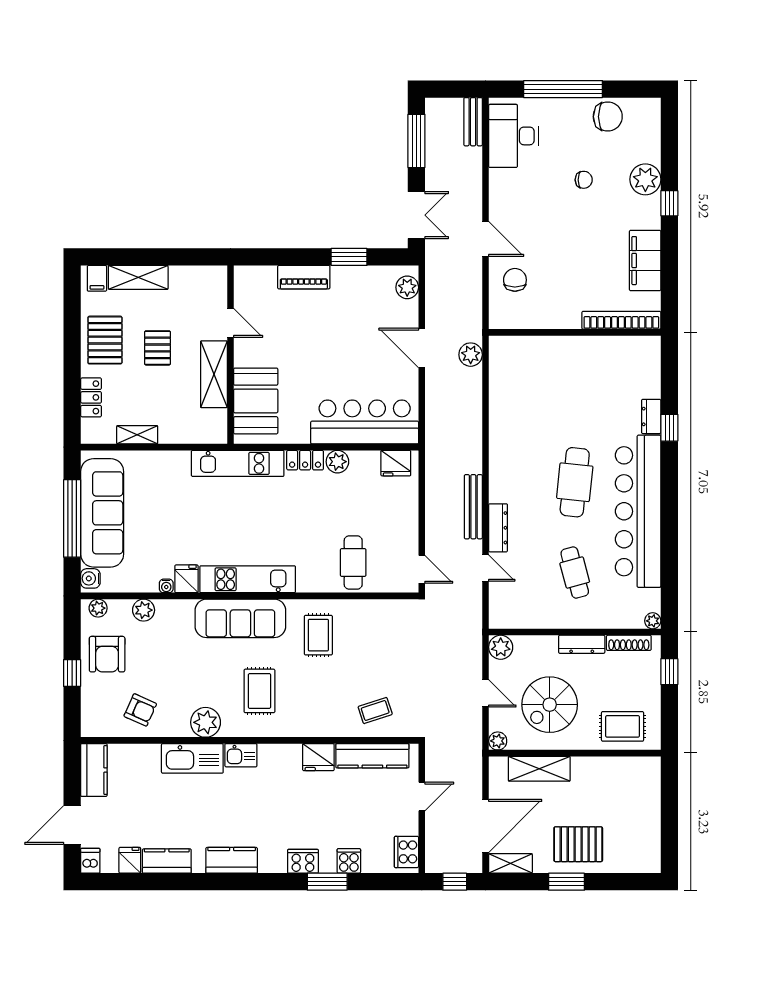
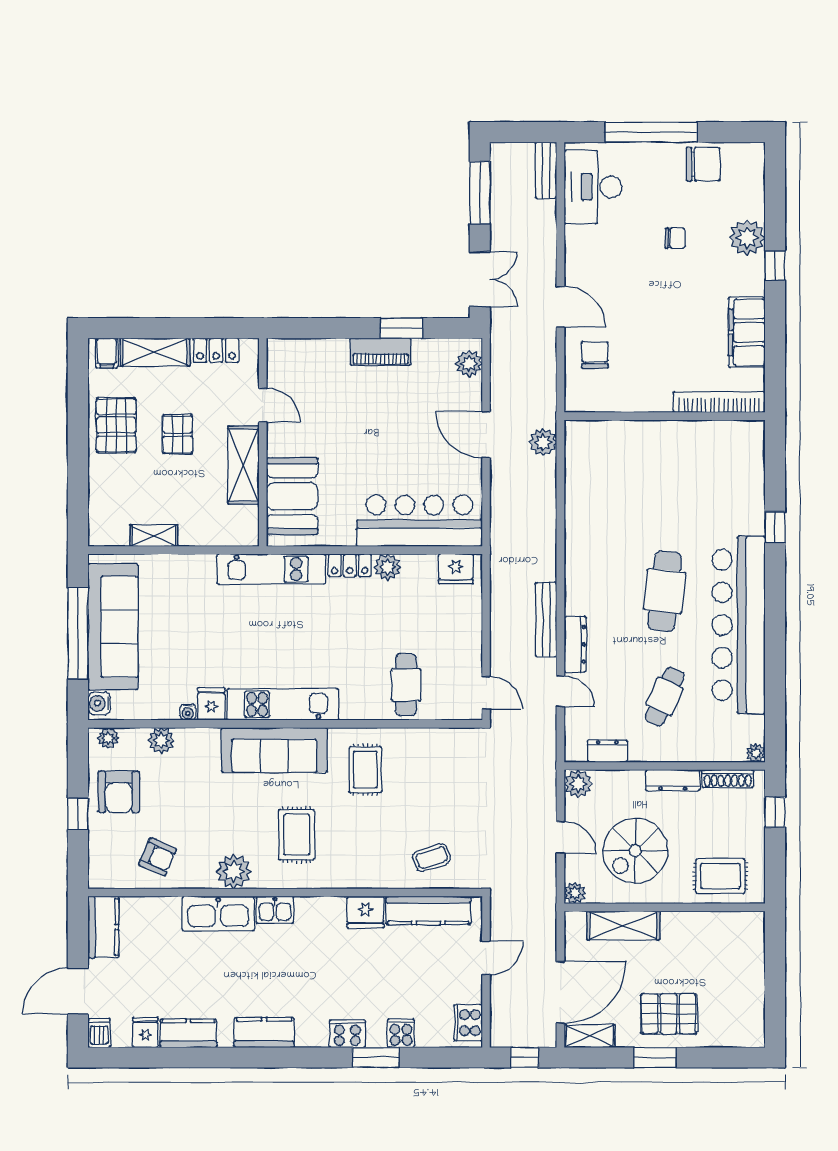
piano: (304, 277) -> (381, 352), moved
locker: (91, 397) -> (216, 350), moved, turned 90
dresser: (651, 416) -> (607, 751), moved, turned 90
cafe table: (575, 573) -> (665, 696), turned 39

